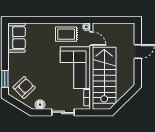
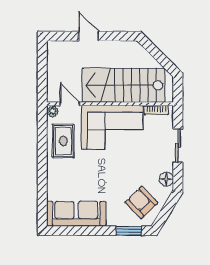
sofa: (16, 38) -> (76, 214), width x1.36
door: (91, 39) -> (70, 104), hinge flipped

